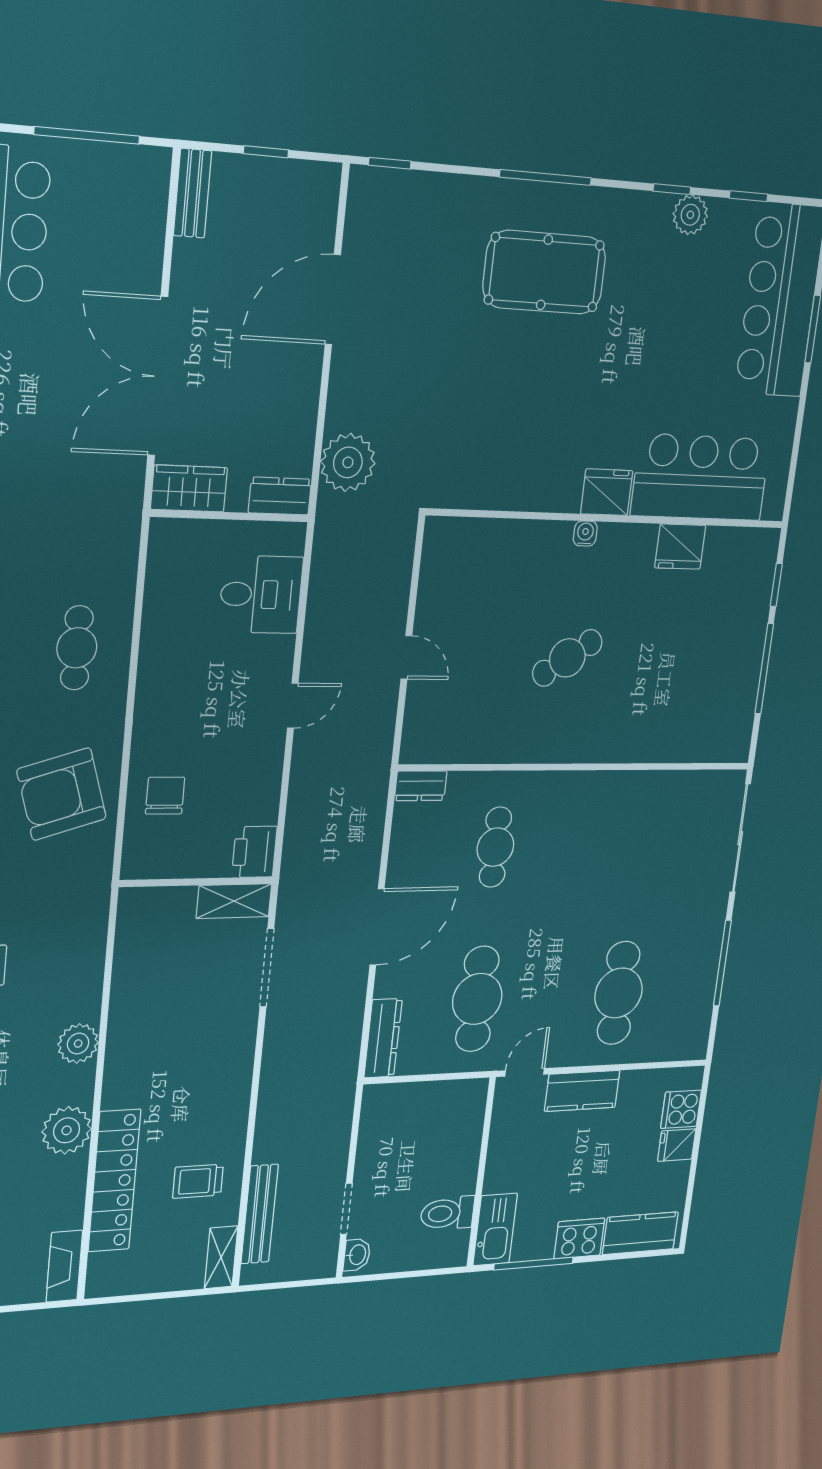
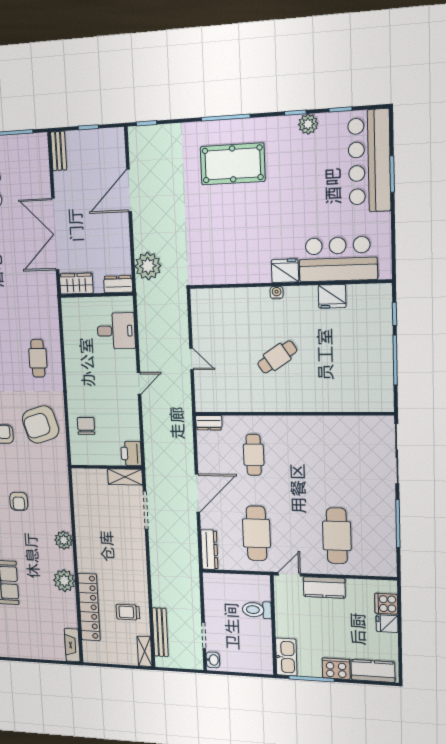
toilet: (447, 1213) -> (257, 610), moved

